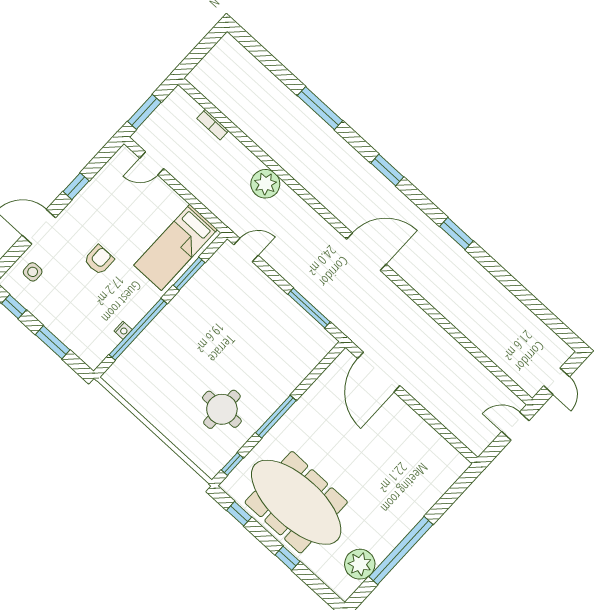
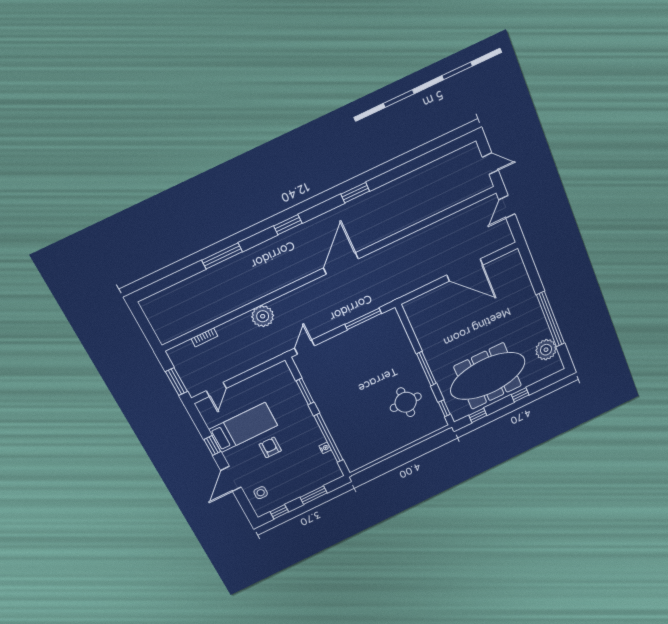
bed: (176, 247) -> (243, 427), moved, turned -90
door: (379, 372) -> (465, 270), moved

